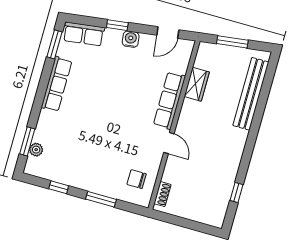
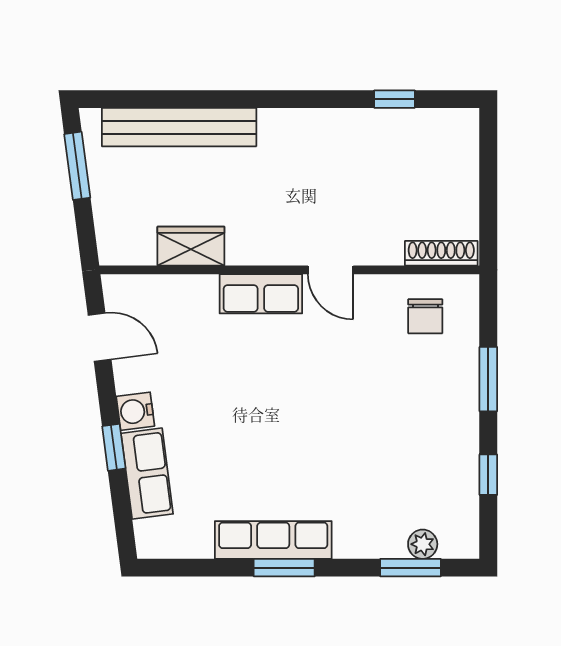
row of seats: (84, 34) -> (147, 474), moved
window: (232, 42) -> (77, 166), moved
window: (54, 44) -> (284, 568), moved
row of seats: (169, 100) -> (261, 294), width x0.68
door: (169, 143) -> (331, 270), swing flipped
shoe rack: (162, 194) -> (441, 253), width x1.43

